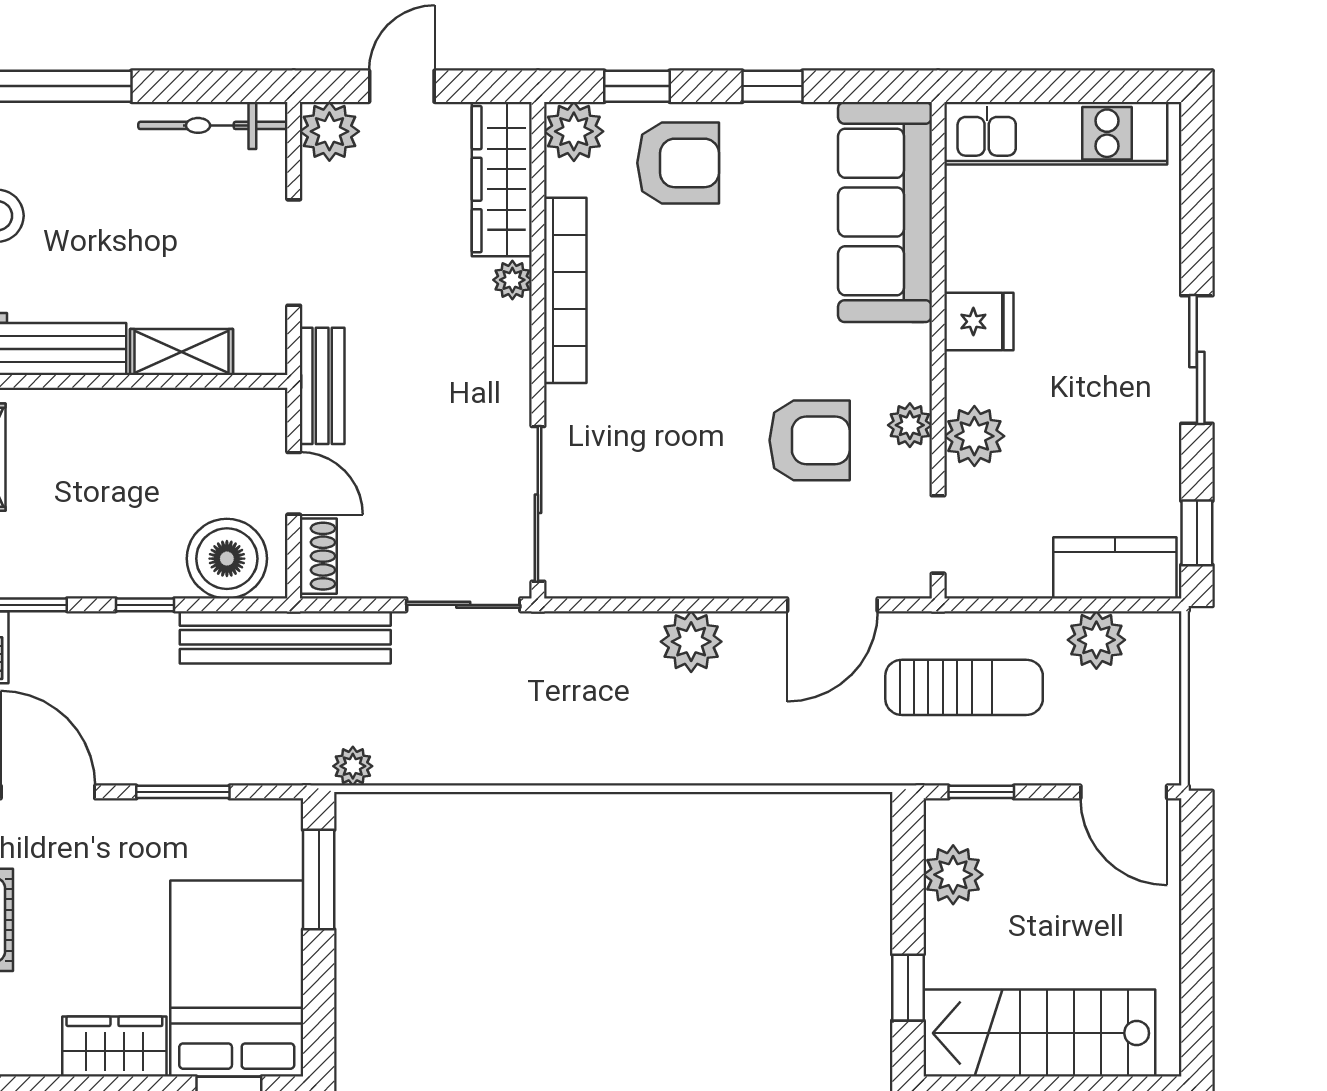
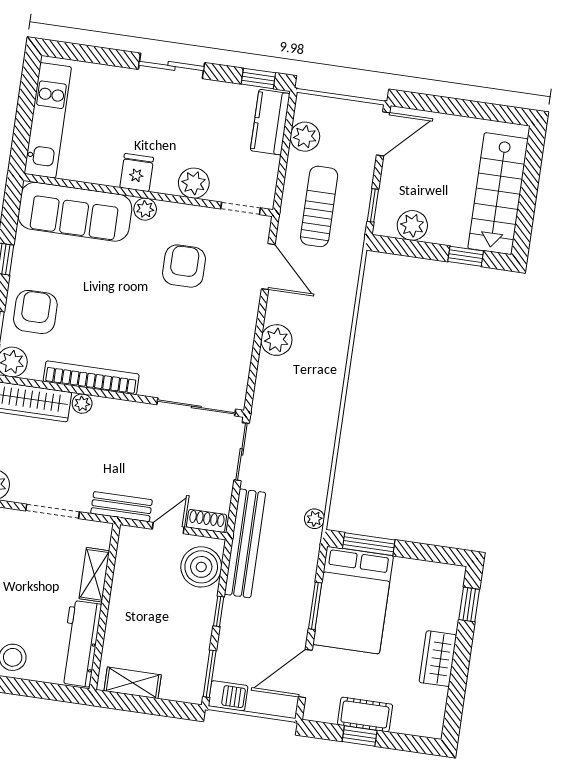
plant: (910, 425) -> (145, 209), moved
bed: (237, 979) -> (353, 600), moved, turned -90

